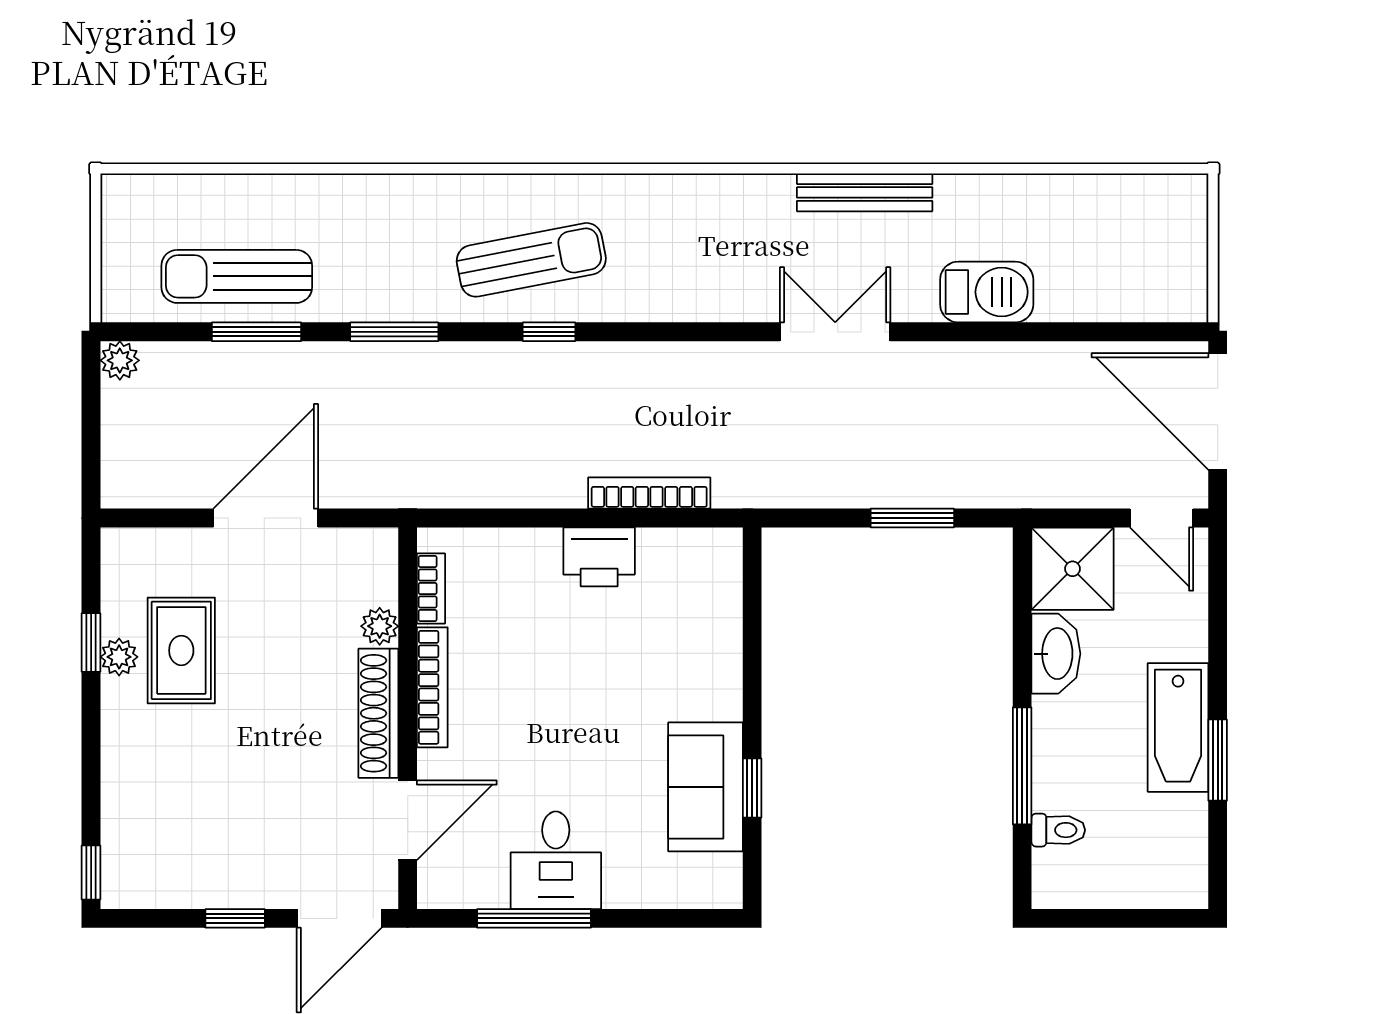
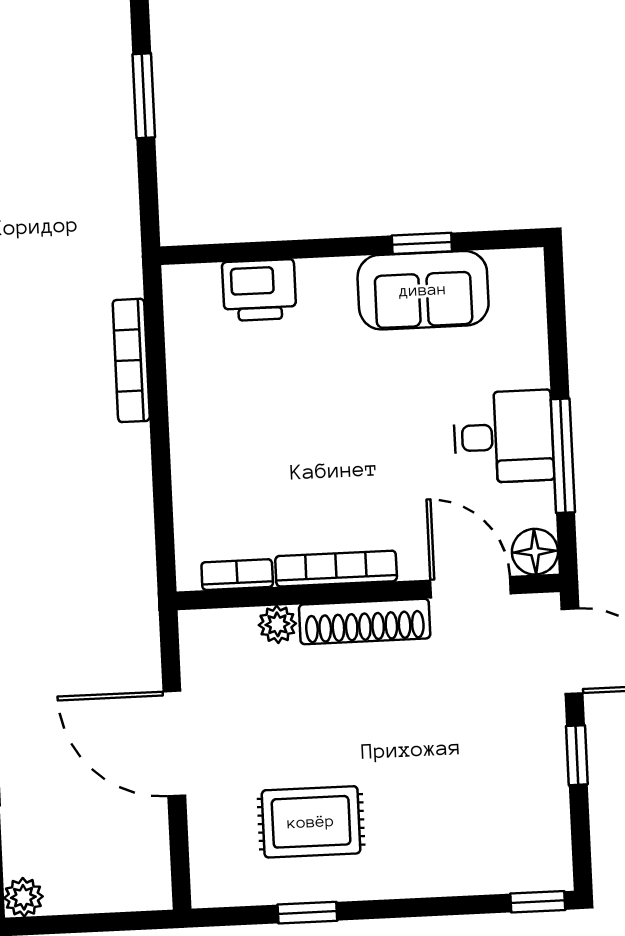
printer: (599, 557) -> (259, 290), moved, turned 90
plant: (119, 657) -> (320, 884), removed
floor lamp: (440, 886) -> (535, 552), added

